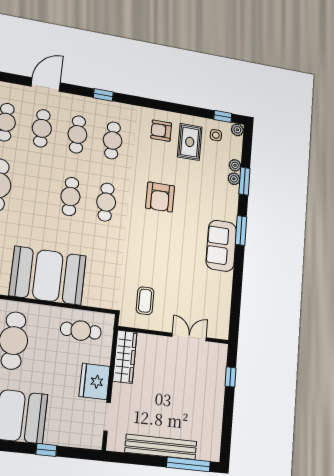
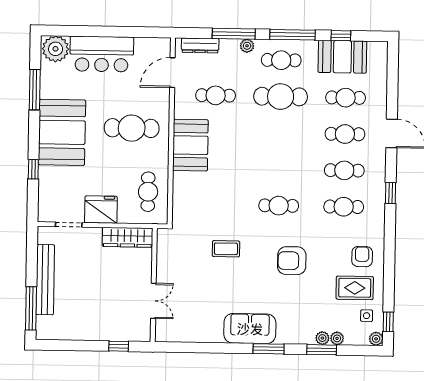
cafe table: (70, 196) -> (279, 169), removed
booth: (48, 276) -> (190, 145), width x0.73, depth x0.70
coffee table: (145, 301) -> (226, 249), moved

